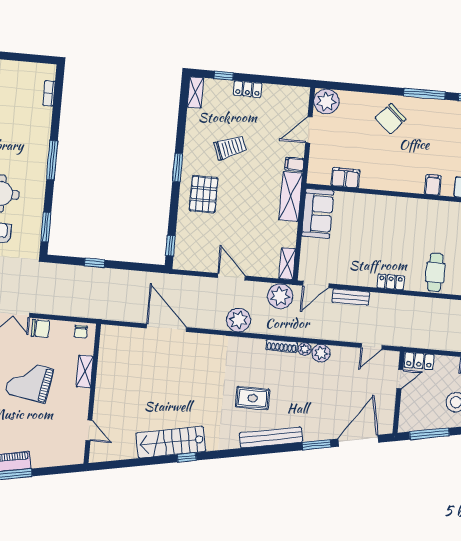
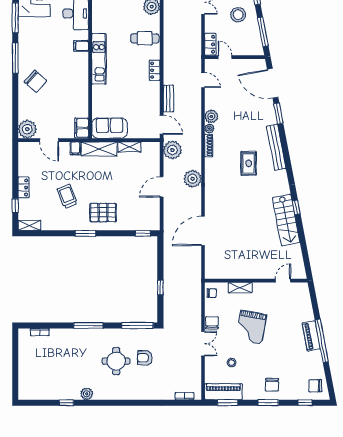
filing cabinet: (345, 178) -> (82, 128), moved
kitchen unit: (413, 208) -> (99, 59), added
window: (46, 227) -> (137, 325), width x1.44
shelving: (287, 264) -> (129, 147), moved

